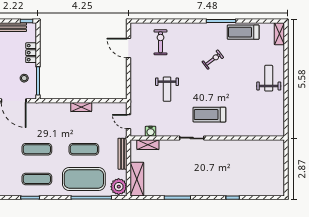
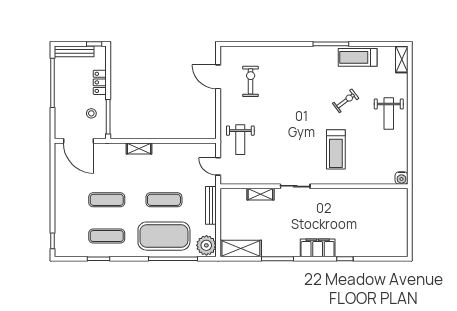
exercise bike: (160, 42) -> (251, 81), moved
exercise bike: (213, 60) -> (346, 101), moved
weight bench: (269, 78) -> (389, 113), turned 180
weight bench: (167, 89) -> (240, 140), moved
shelving: (81, 107) -> (139, 149), moved
treadmill: (209, 115) -> (336, 149), moved, turned -90
water cooler: (151, 131) -> (402, 178), moved
shelving: (148, 145) -> (260, 194), moved
shelving: (137, 179) -> (241, 248), moved, turned 90
filing cabinet: (210, 189) -> (318, 248), added

